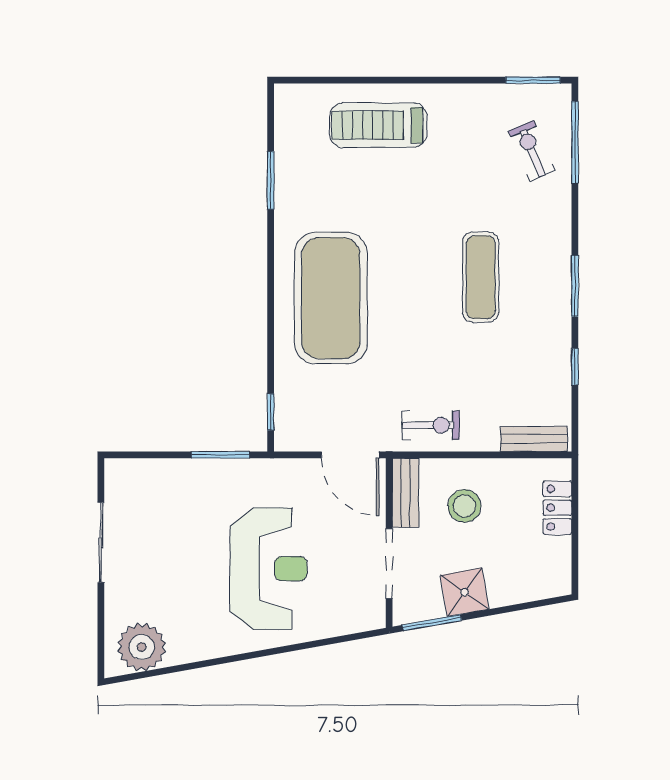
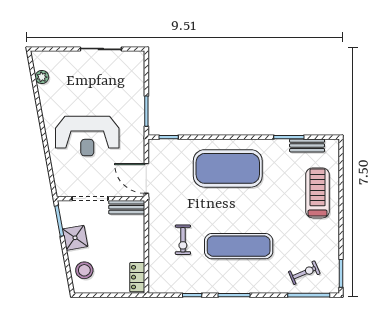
exercise mat: (481, 277) -> (239, 246), width x1.36, depth x1.45
exercise bike: (431, 425) -> (183, 240), moved
bench: (534, 439) -> (307, 145), moved, turned 90
door: (350, 455) -> (146, 178), hinge flipped
stool: (464, 506) -> (84, 270), moved
locker: (557, 508) -> (137, 277), moved, turned -90
plant: (142, 647) -> (42, 77), width x0.53, depth x0.53

